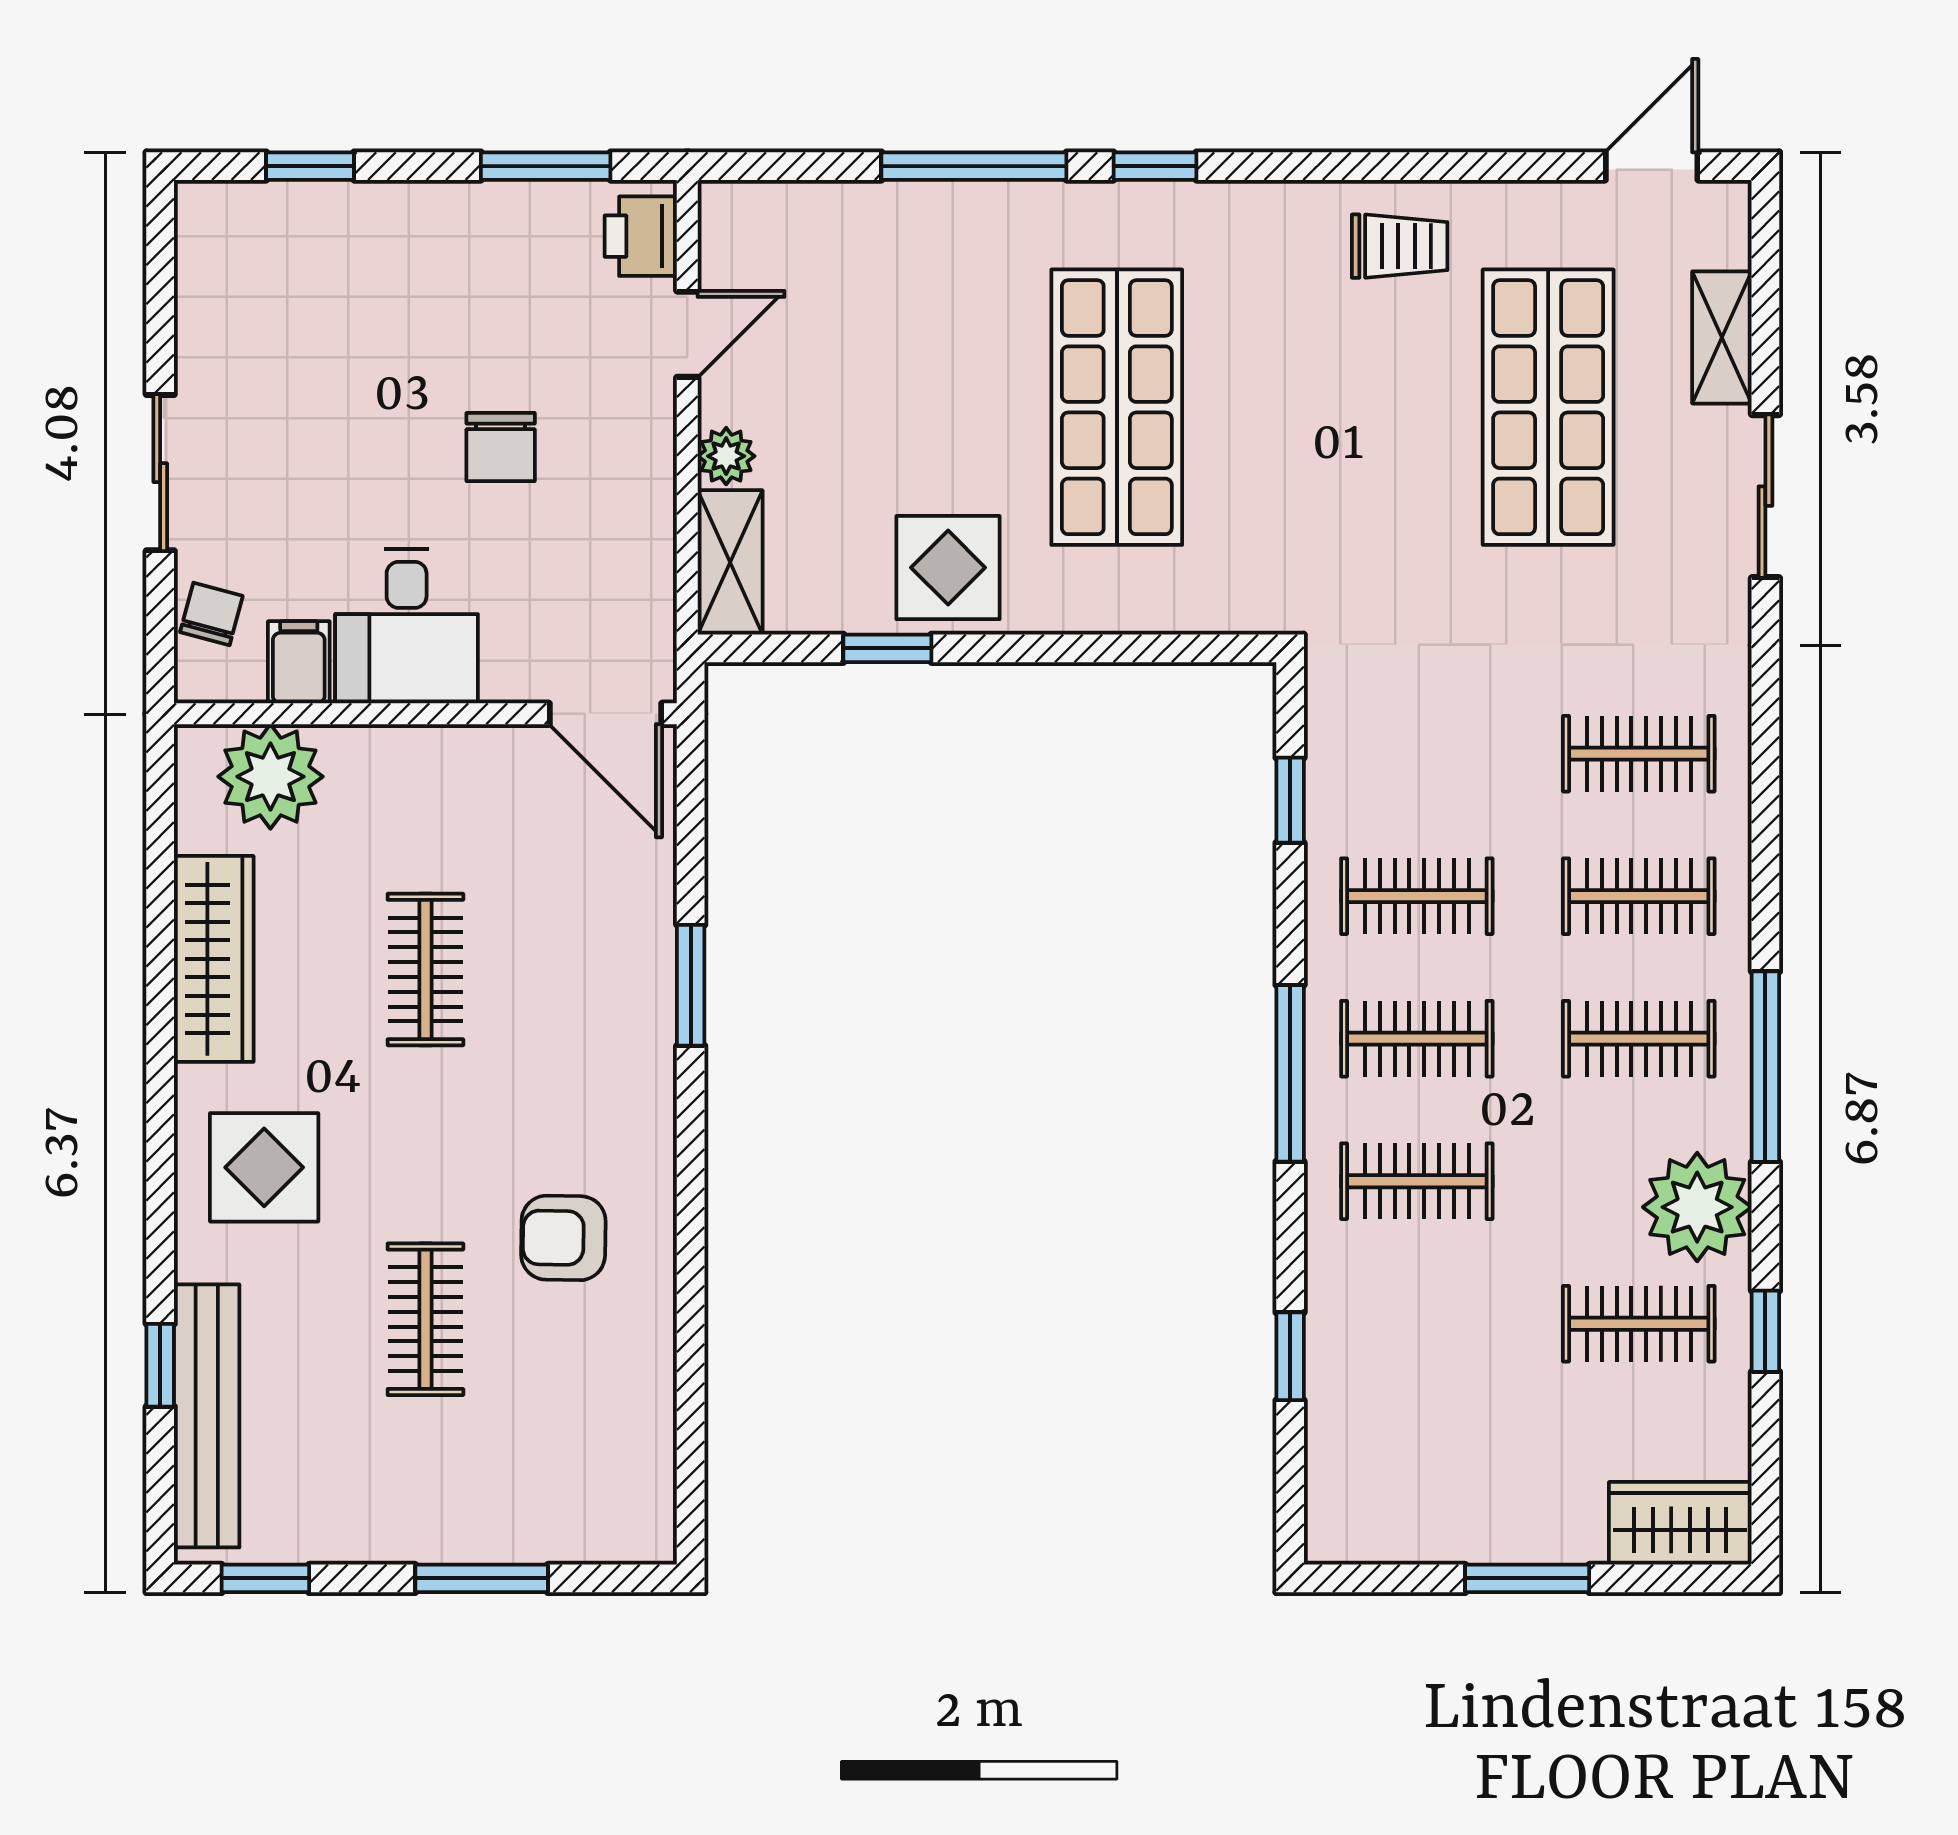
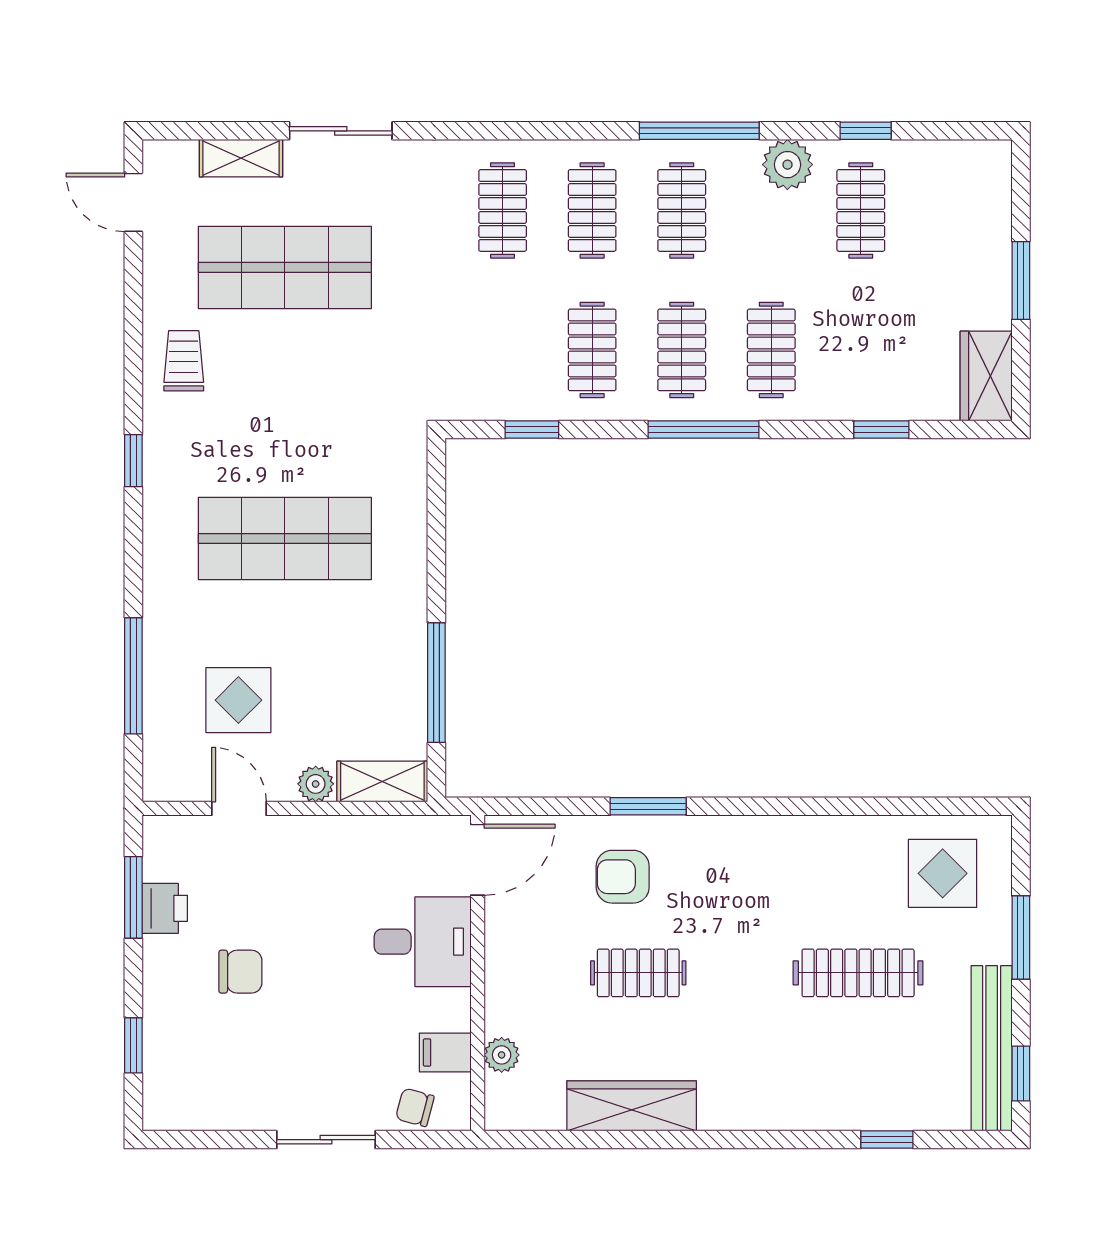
window: (974, 166) -> (133, 676), moved
window: (1155, 166) -> (133, 461), moved
printer: (641, 236) -> (165, 908), moved, turned -90
chair: (501, 447) -> (240, 972), moved
display table: (948, 568) -> (238, 700), moved
desk: (407, 626) -> (423, 942), moved
window: (887, 648) -> (436, 683), width x2.17
plant: (270, 777) -> (502, 1055), width x0.53, depth x0.53
display table: (264, 1167) -> (943, 873), moved
plant: (1697, 1207) -> (787, 165), width x0.73, depth x0.73
armchair: (563, 1238) -> (623, 877), moved, turned 89
clothes rail: (425, 1319) -> (858, 973), width x1.36
bench: (207, 1416) -> (992, 1048), moved, turned 90
wardrobe: (1680, 1523) -> (986, 376), moved

